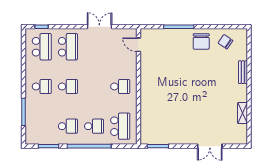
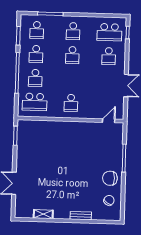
school desk: (68, 47) -> (109, 56), width x0.54
school desk: (42, 126) -> (37, 30), added

